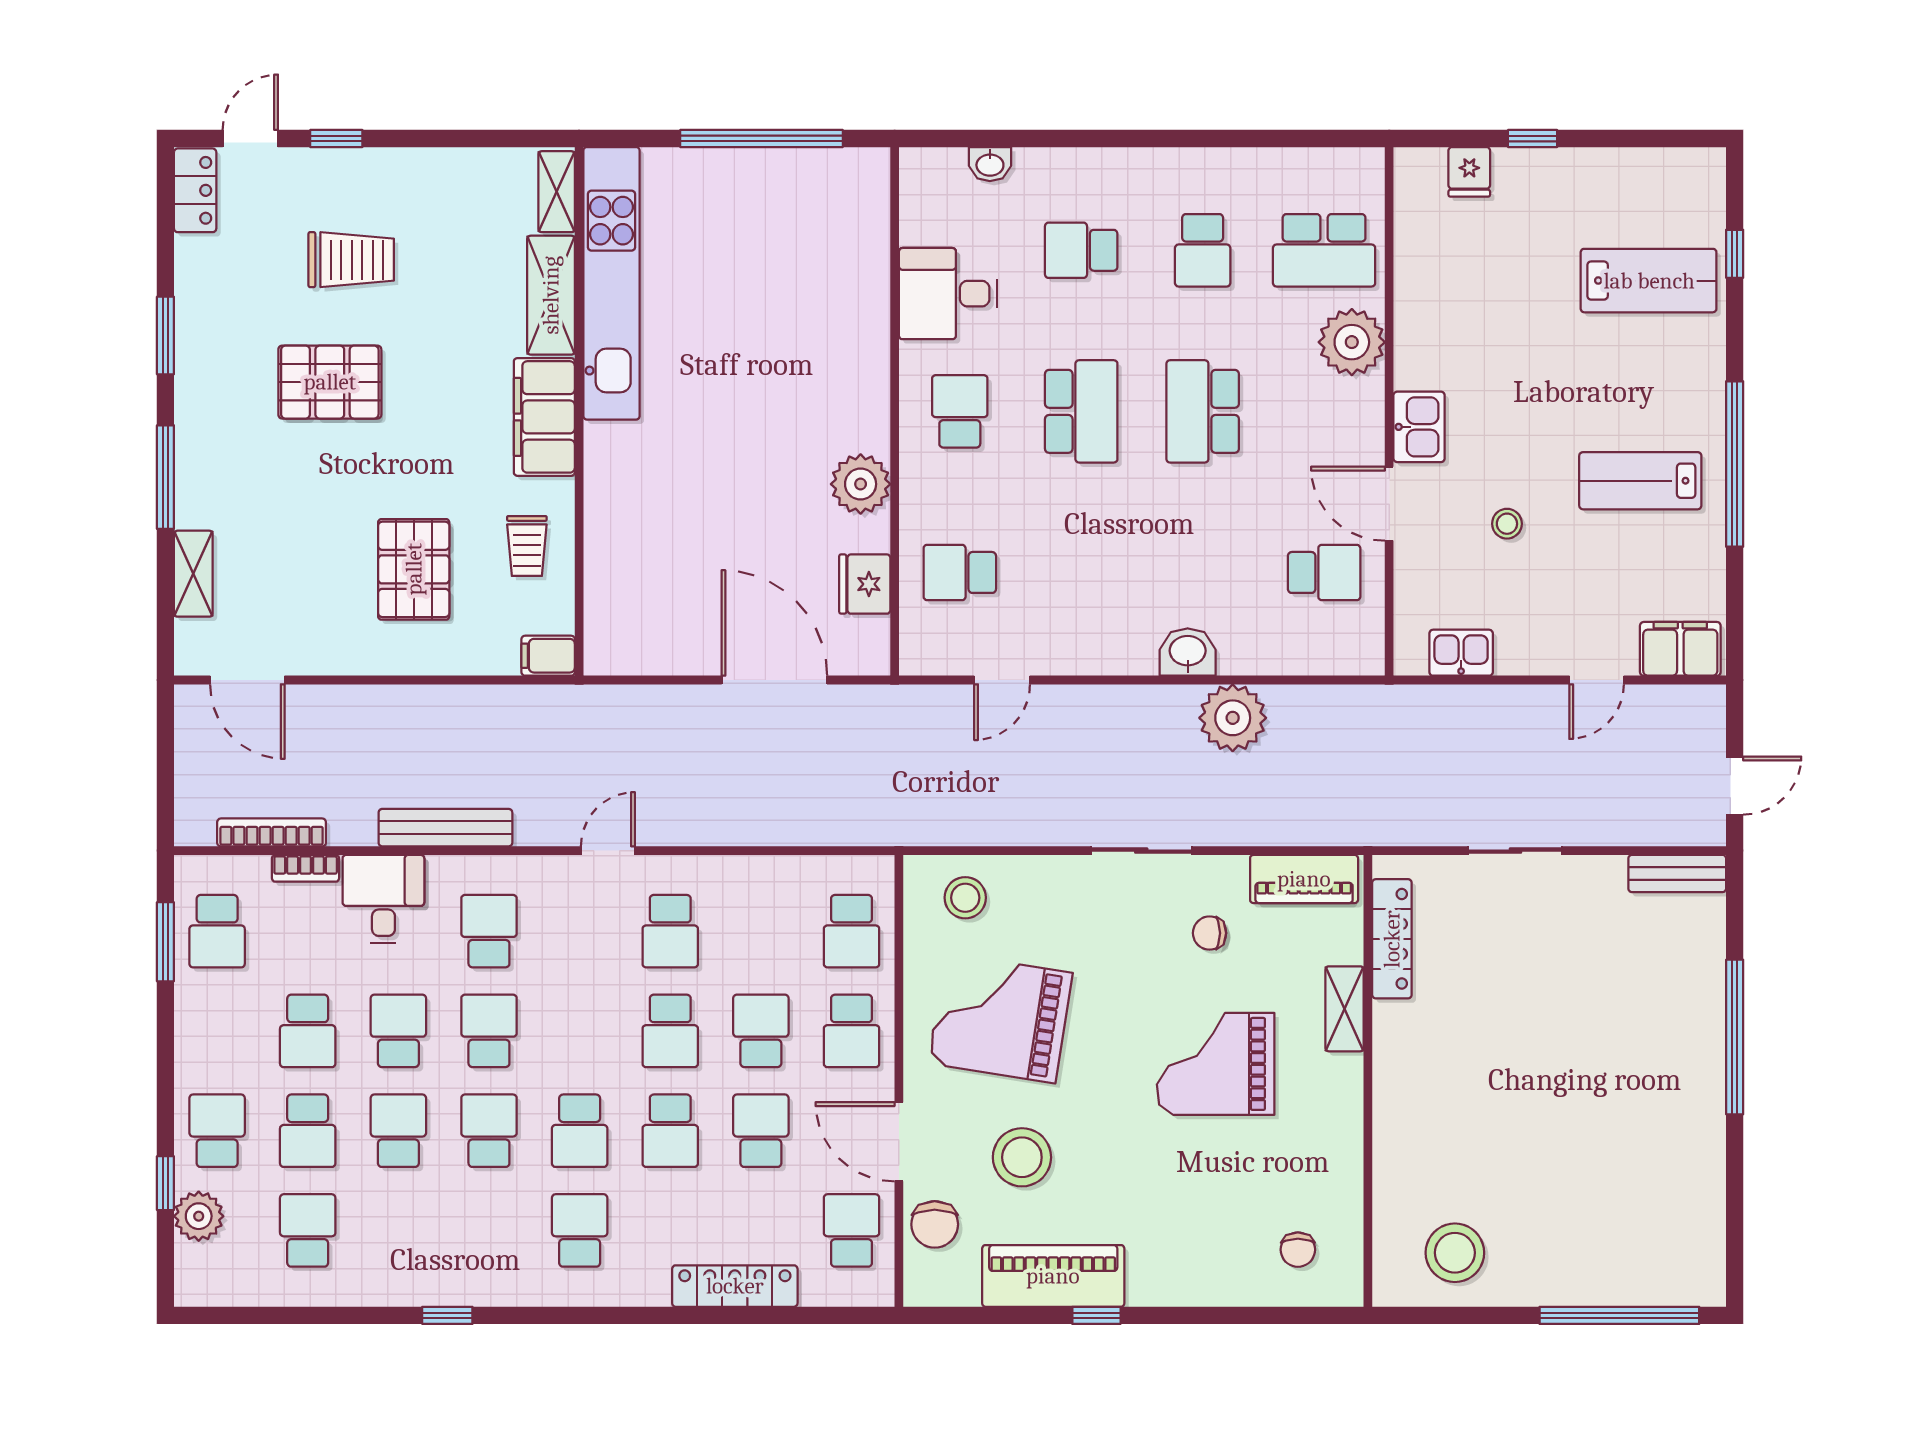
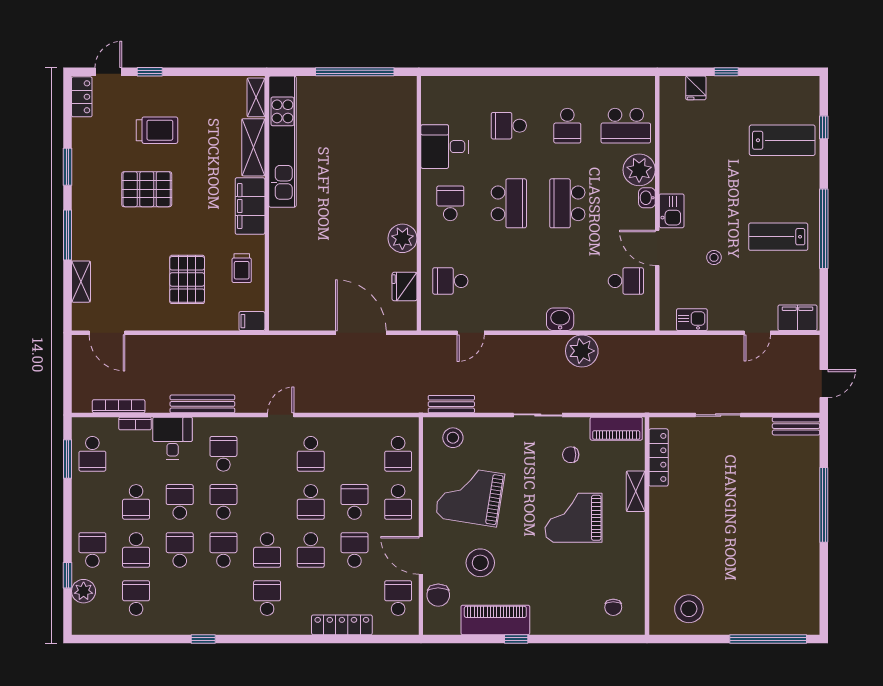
washbasin: (990, 164) -> (647, 198), moved, turned 90
bench: (962, 828) -> (451, 404), added

